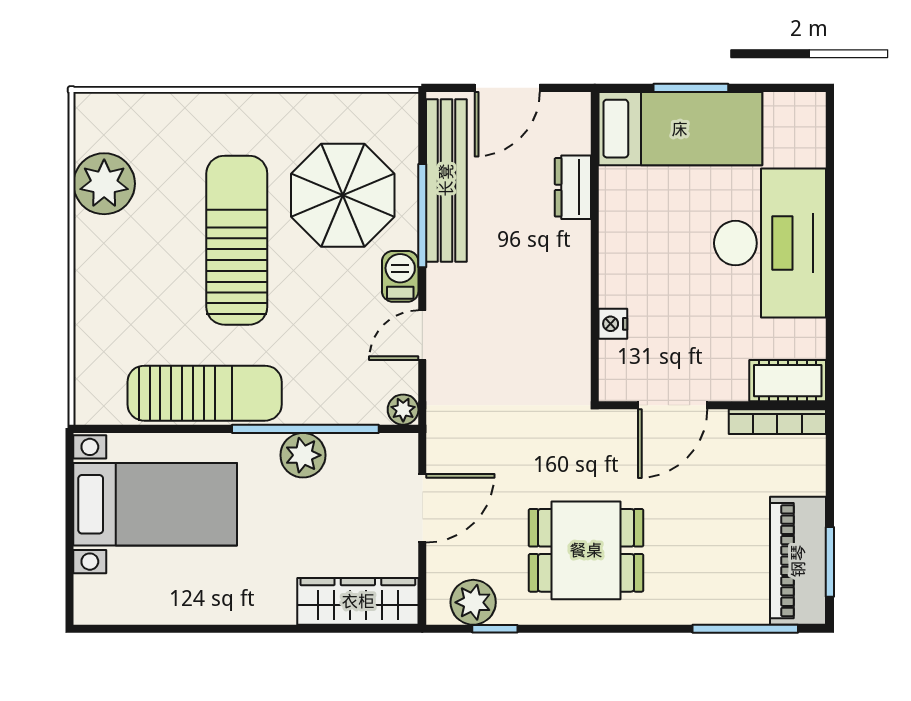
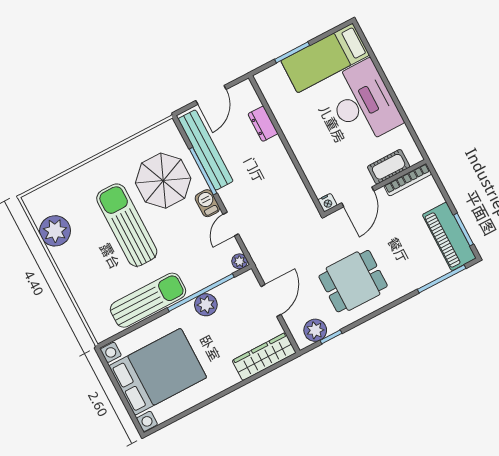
bed: (680, 129) -> (325, 58), moved, turned 180
nightstand: (613, 324) -> (327, 203), moved, turned -90
cot: (788, 381) -> (389, 167), moved
bed with nightstands: (155, 504) -> (158, 372), width x1.36

